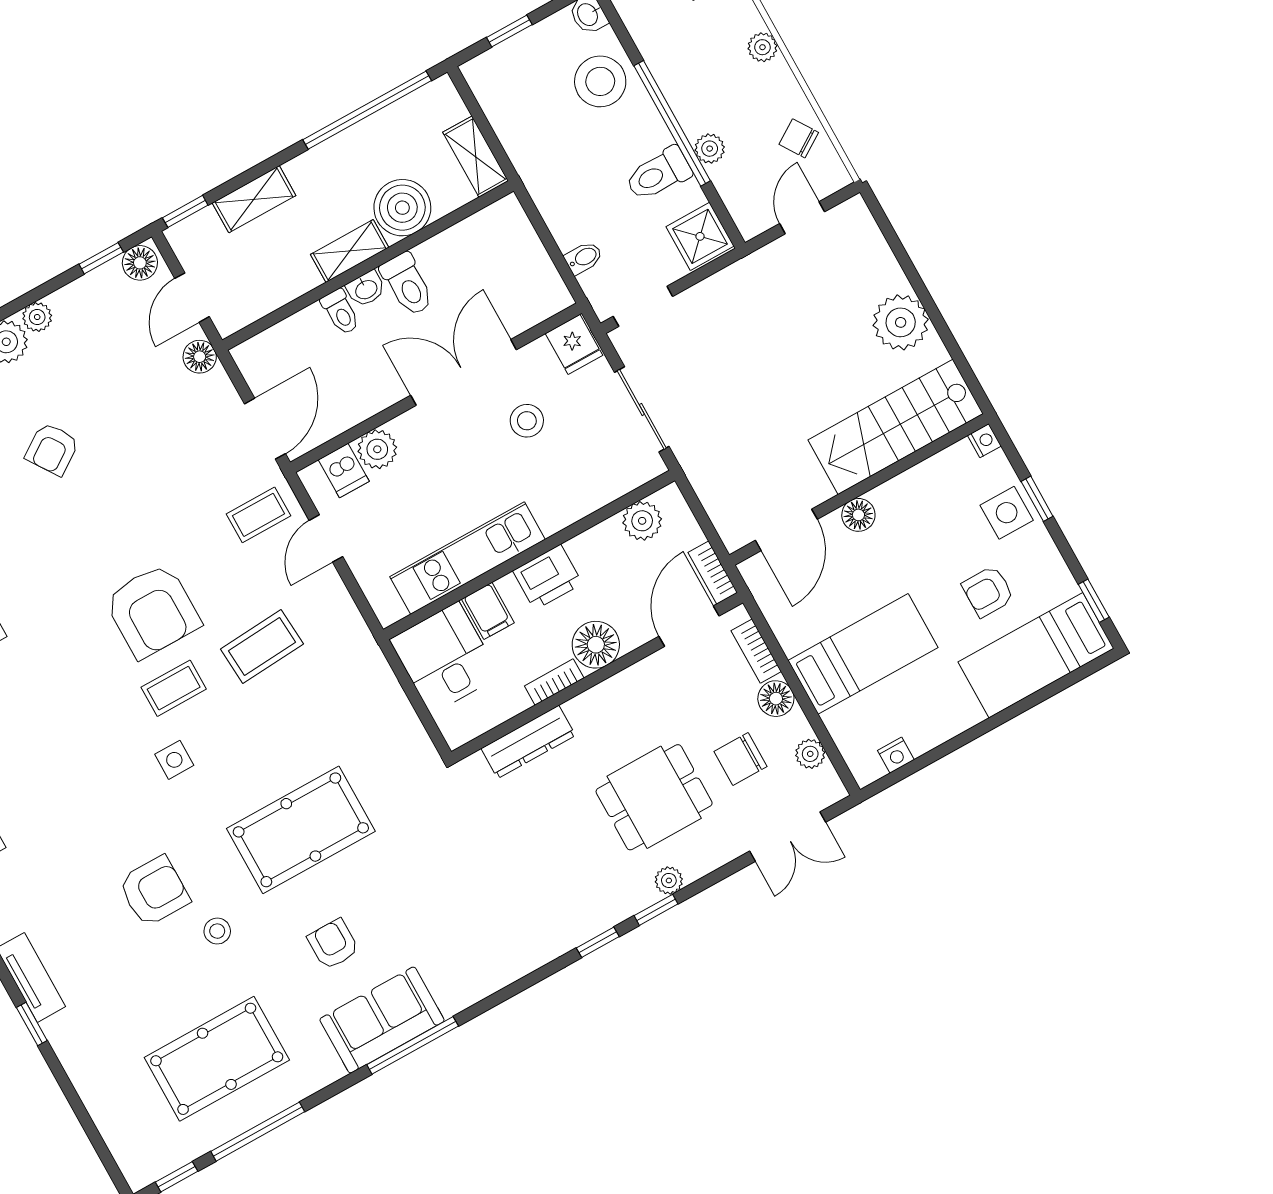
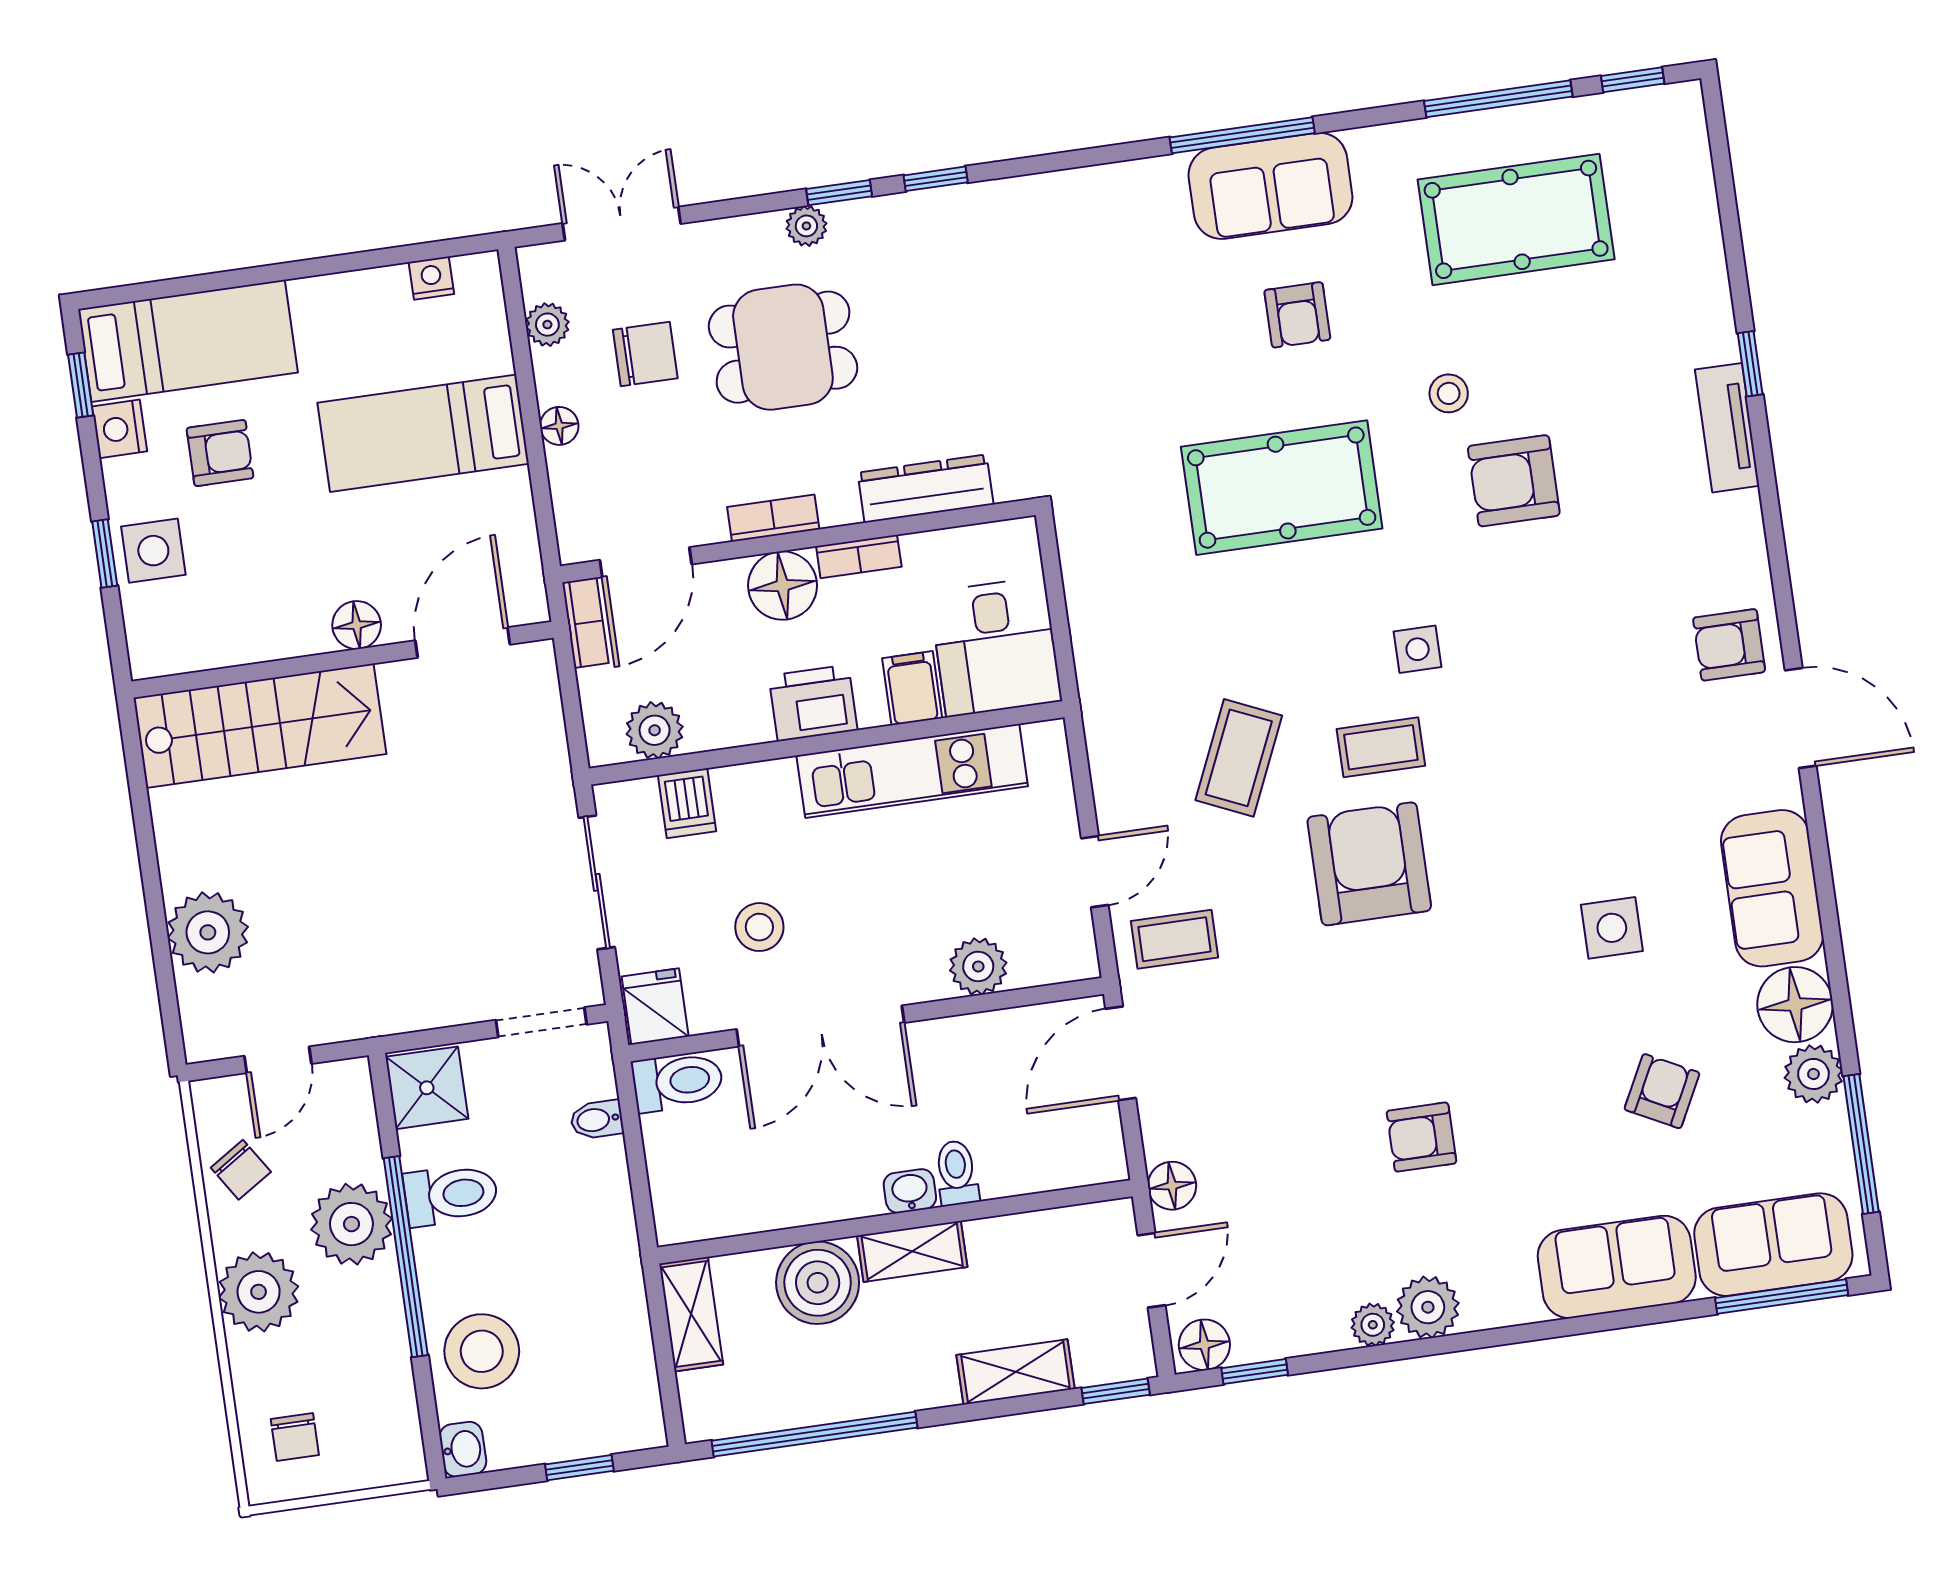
plant: (762, 47) -> (259, 1292), width x1.88, depth x1.88
plant: (710, 149) -> (351, 1224), width x1.87, depth x1.87
toilet: (407, 284) -> (678, 1081), moved, turned 90
plant: (901, 322) -> (208, 932), moved
nightstand: (984, 441) -> (119, 429), moved, width x1.39, depth x1.35
armchair: (52, 449) -> (1421, 1137), turned -146
dishwasher: (344, 471) -> (687, 803), moved, turned 180
coffee table: (262, 646) -> (1239, 758), turned -62
bookcase: (756, 651) -> (773, 518), moved, turned -90
floor lamp: (776, 699) -> (559, 426), width x0.73, depth x0.73

